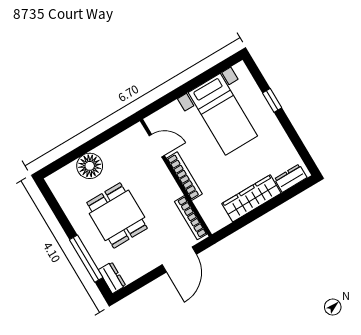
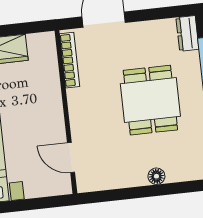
floor lamp: (90, 166) -> (156, 176), width x0.53, depth x0.53
bookcase: (184, 176) -> (56, 110), removed

